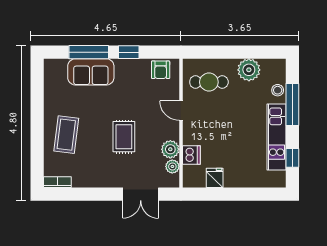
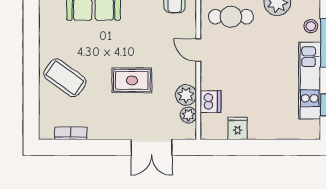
coffee table: (66, 135) -> (65, 78), turned -61
rug: (124, 137) -> (132, 80), turned 90
bookcase: (57, 182) -> (71, 133), moved

